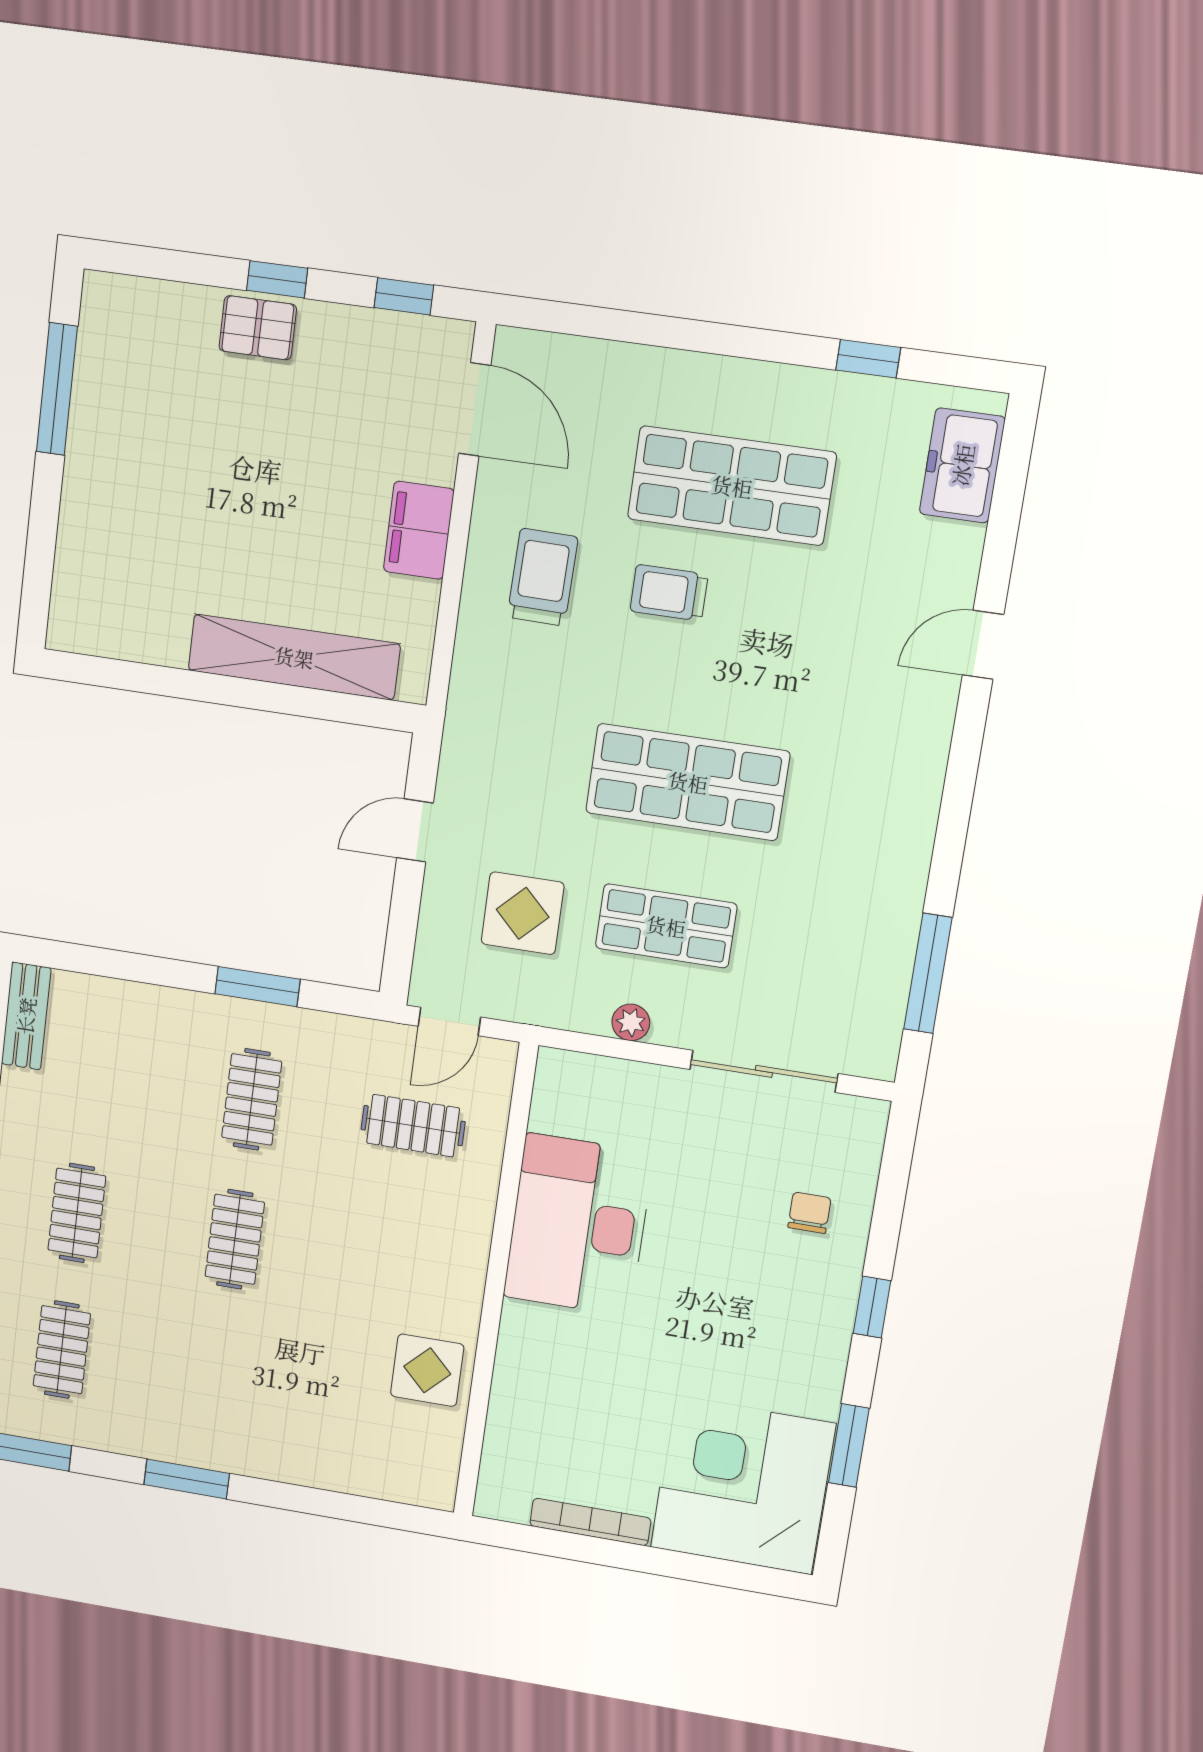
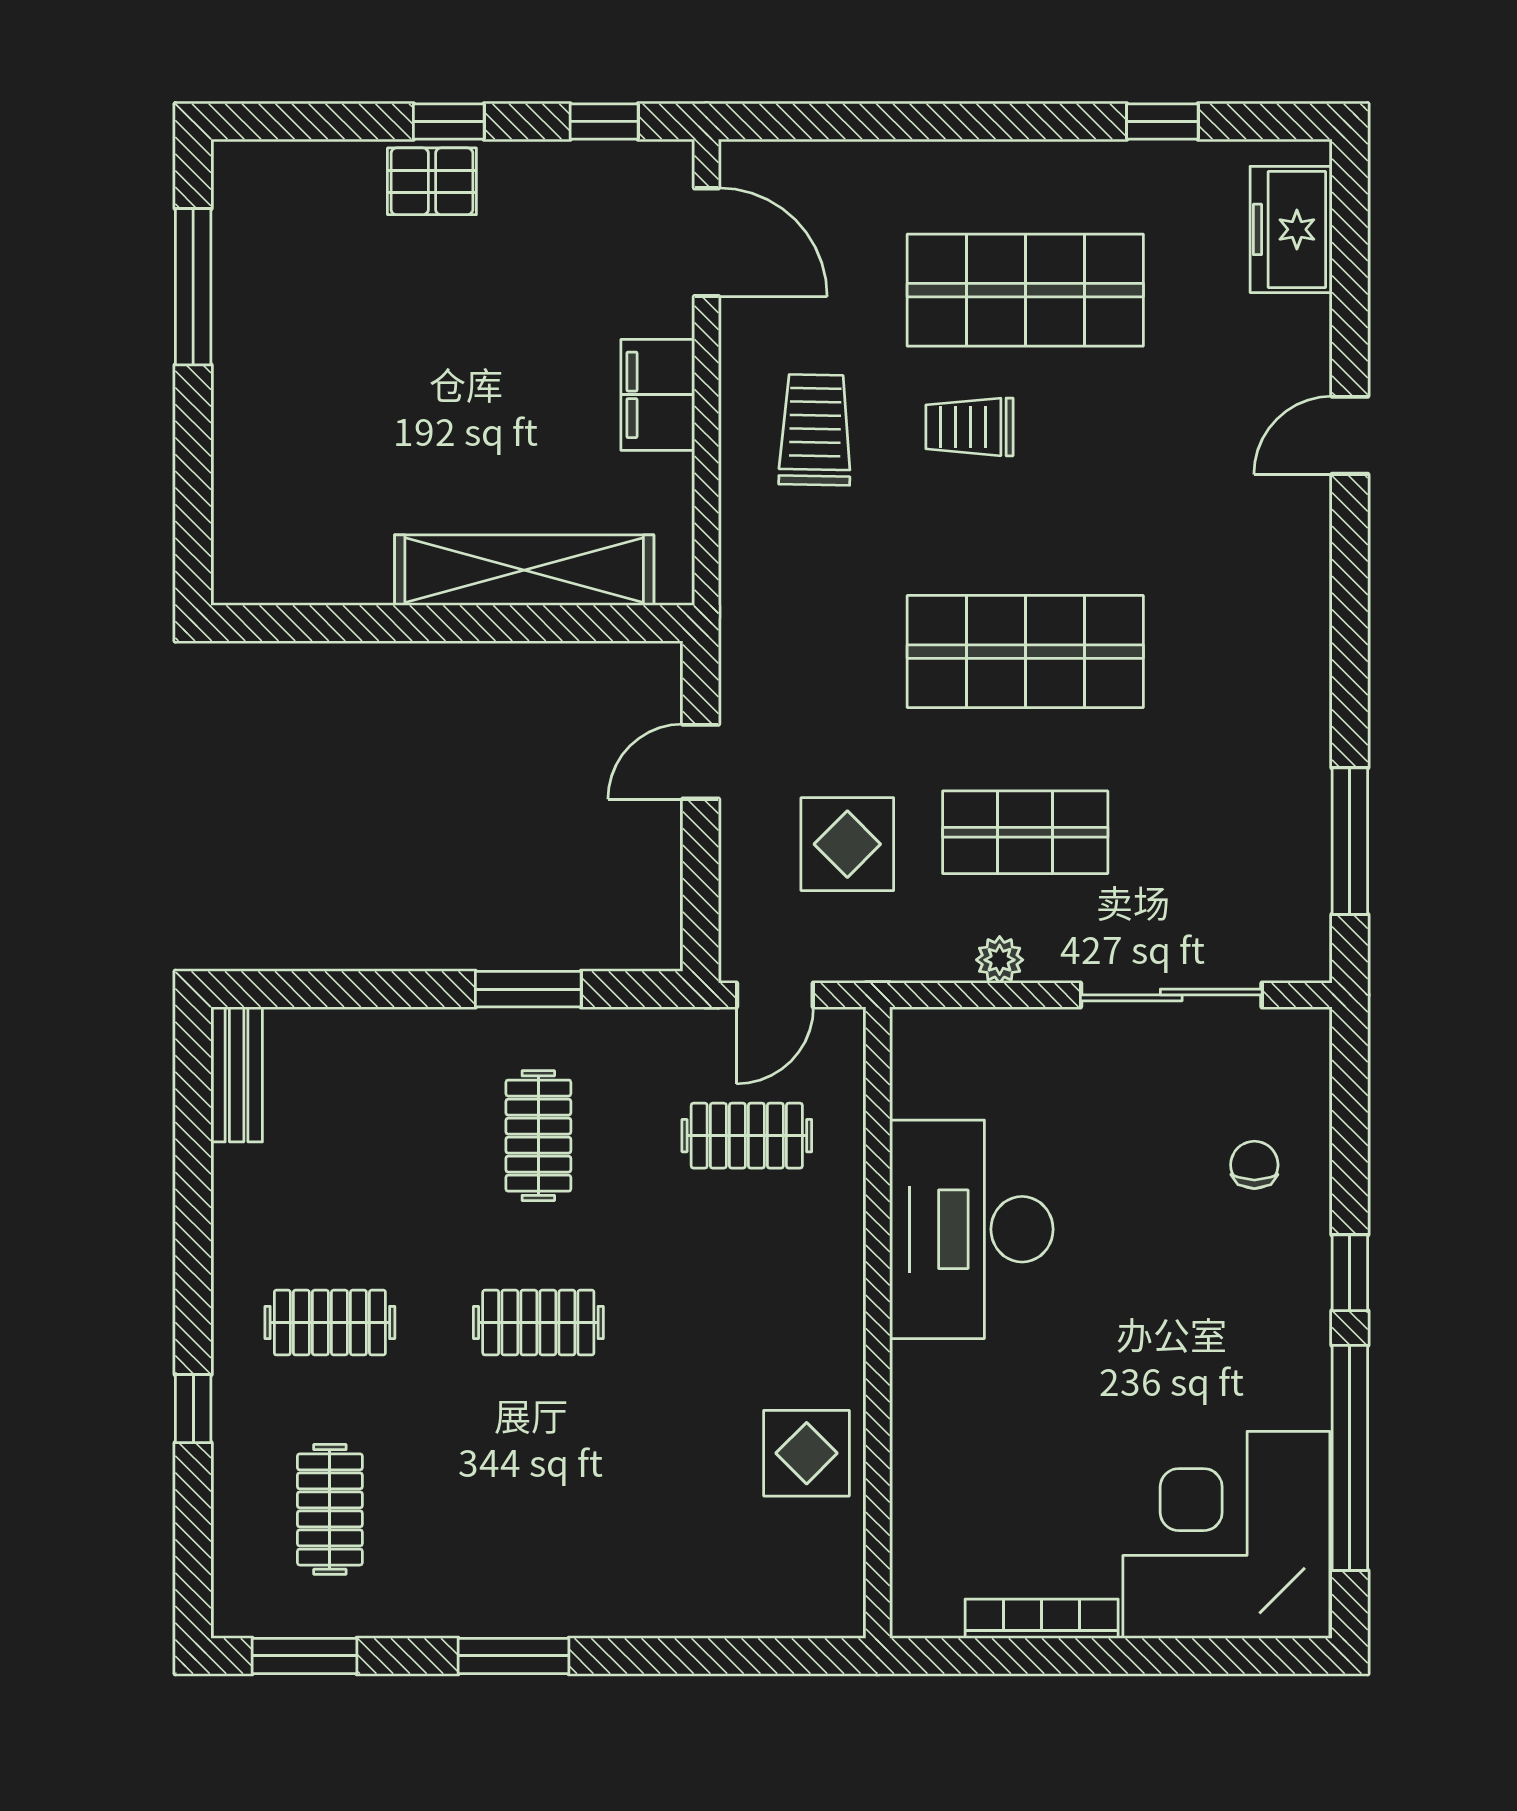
clothes rail: (77, 1213) -> (330, 1323), turned 90
clothes rail: (235, 1239) -> (538, 1323), turned 90
window: (849, 1445) -> (1350, 1458), width x2.11

